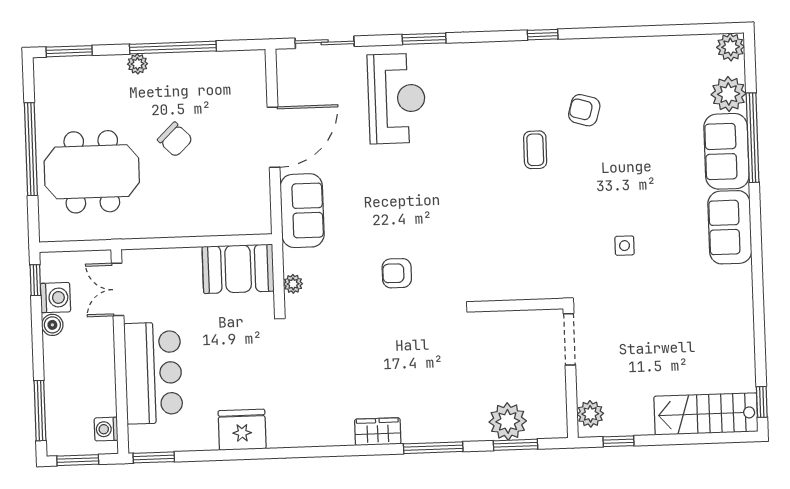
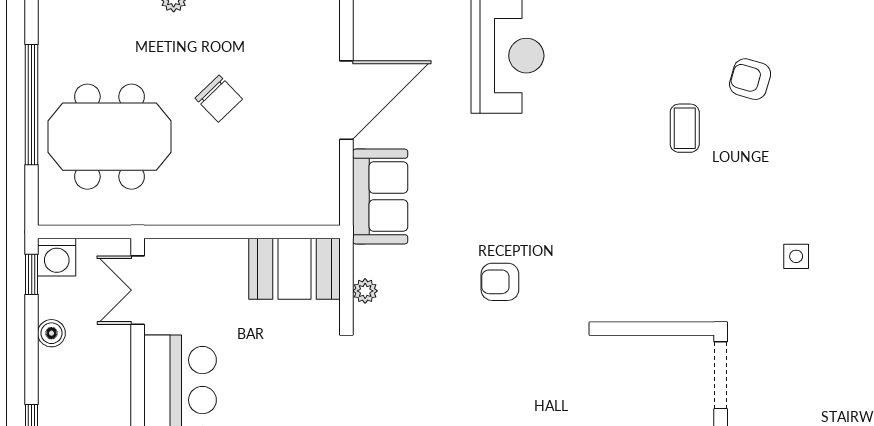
washing machine: (55, 298) -> (57, 257), moved, turned 90

